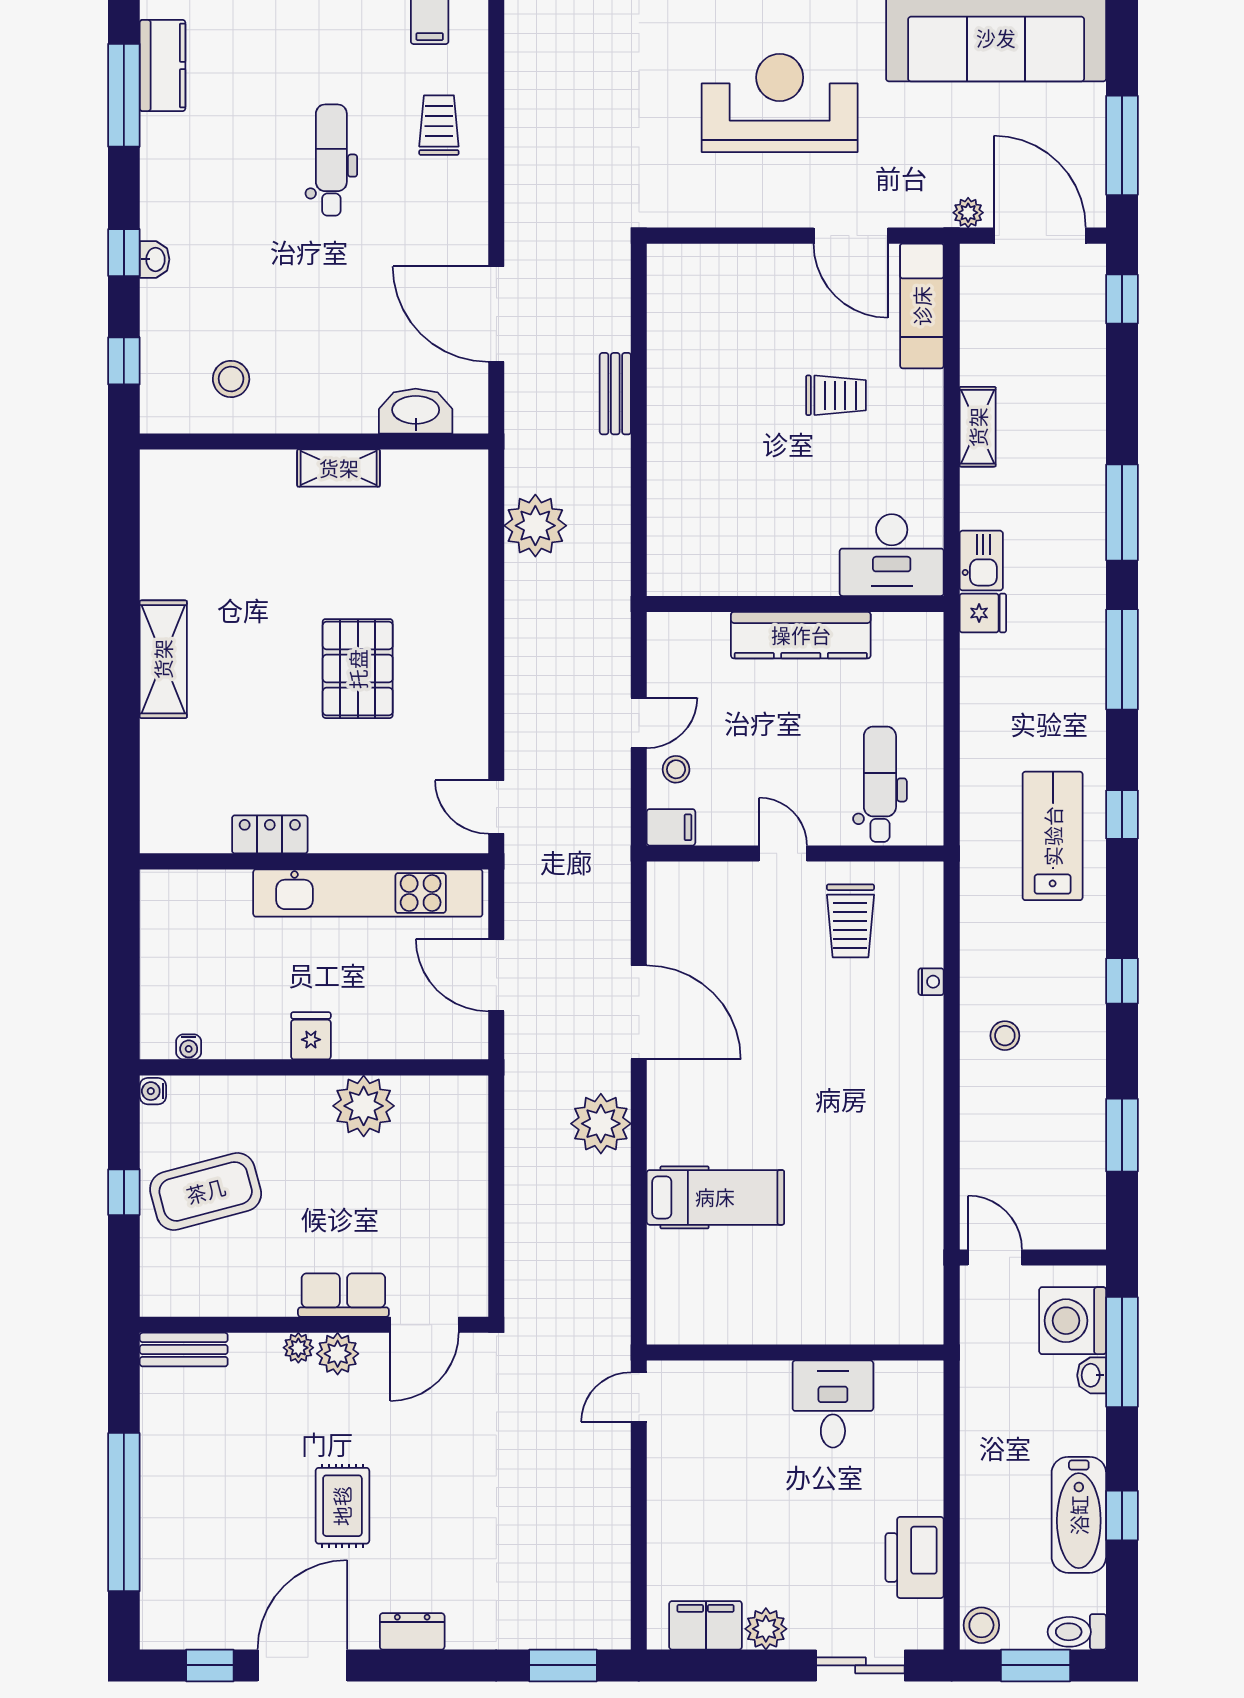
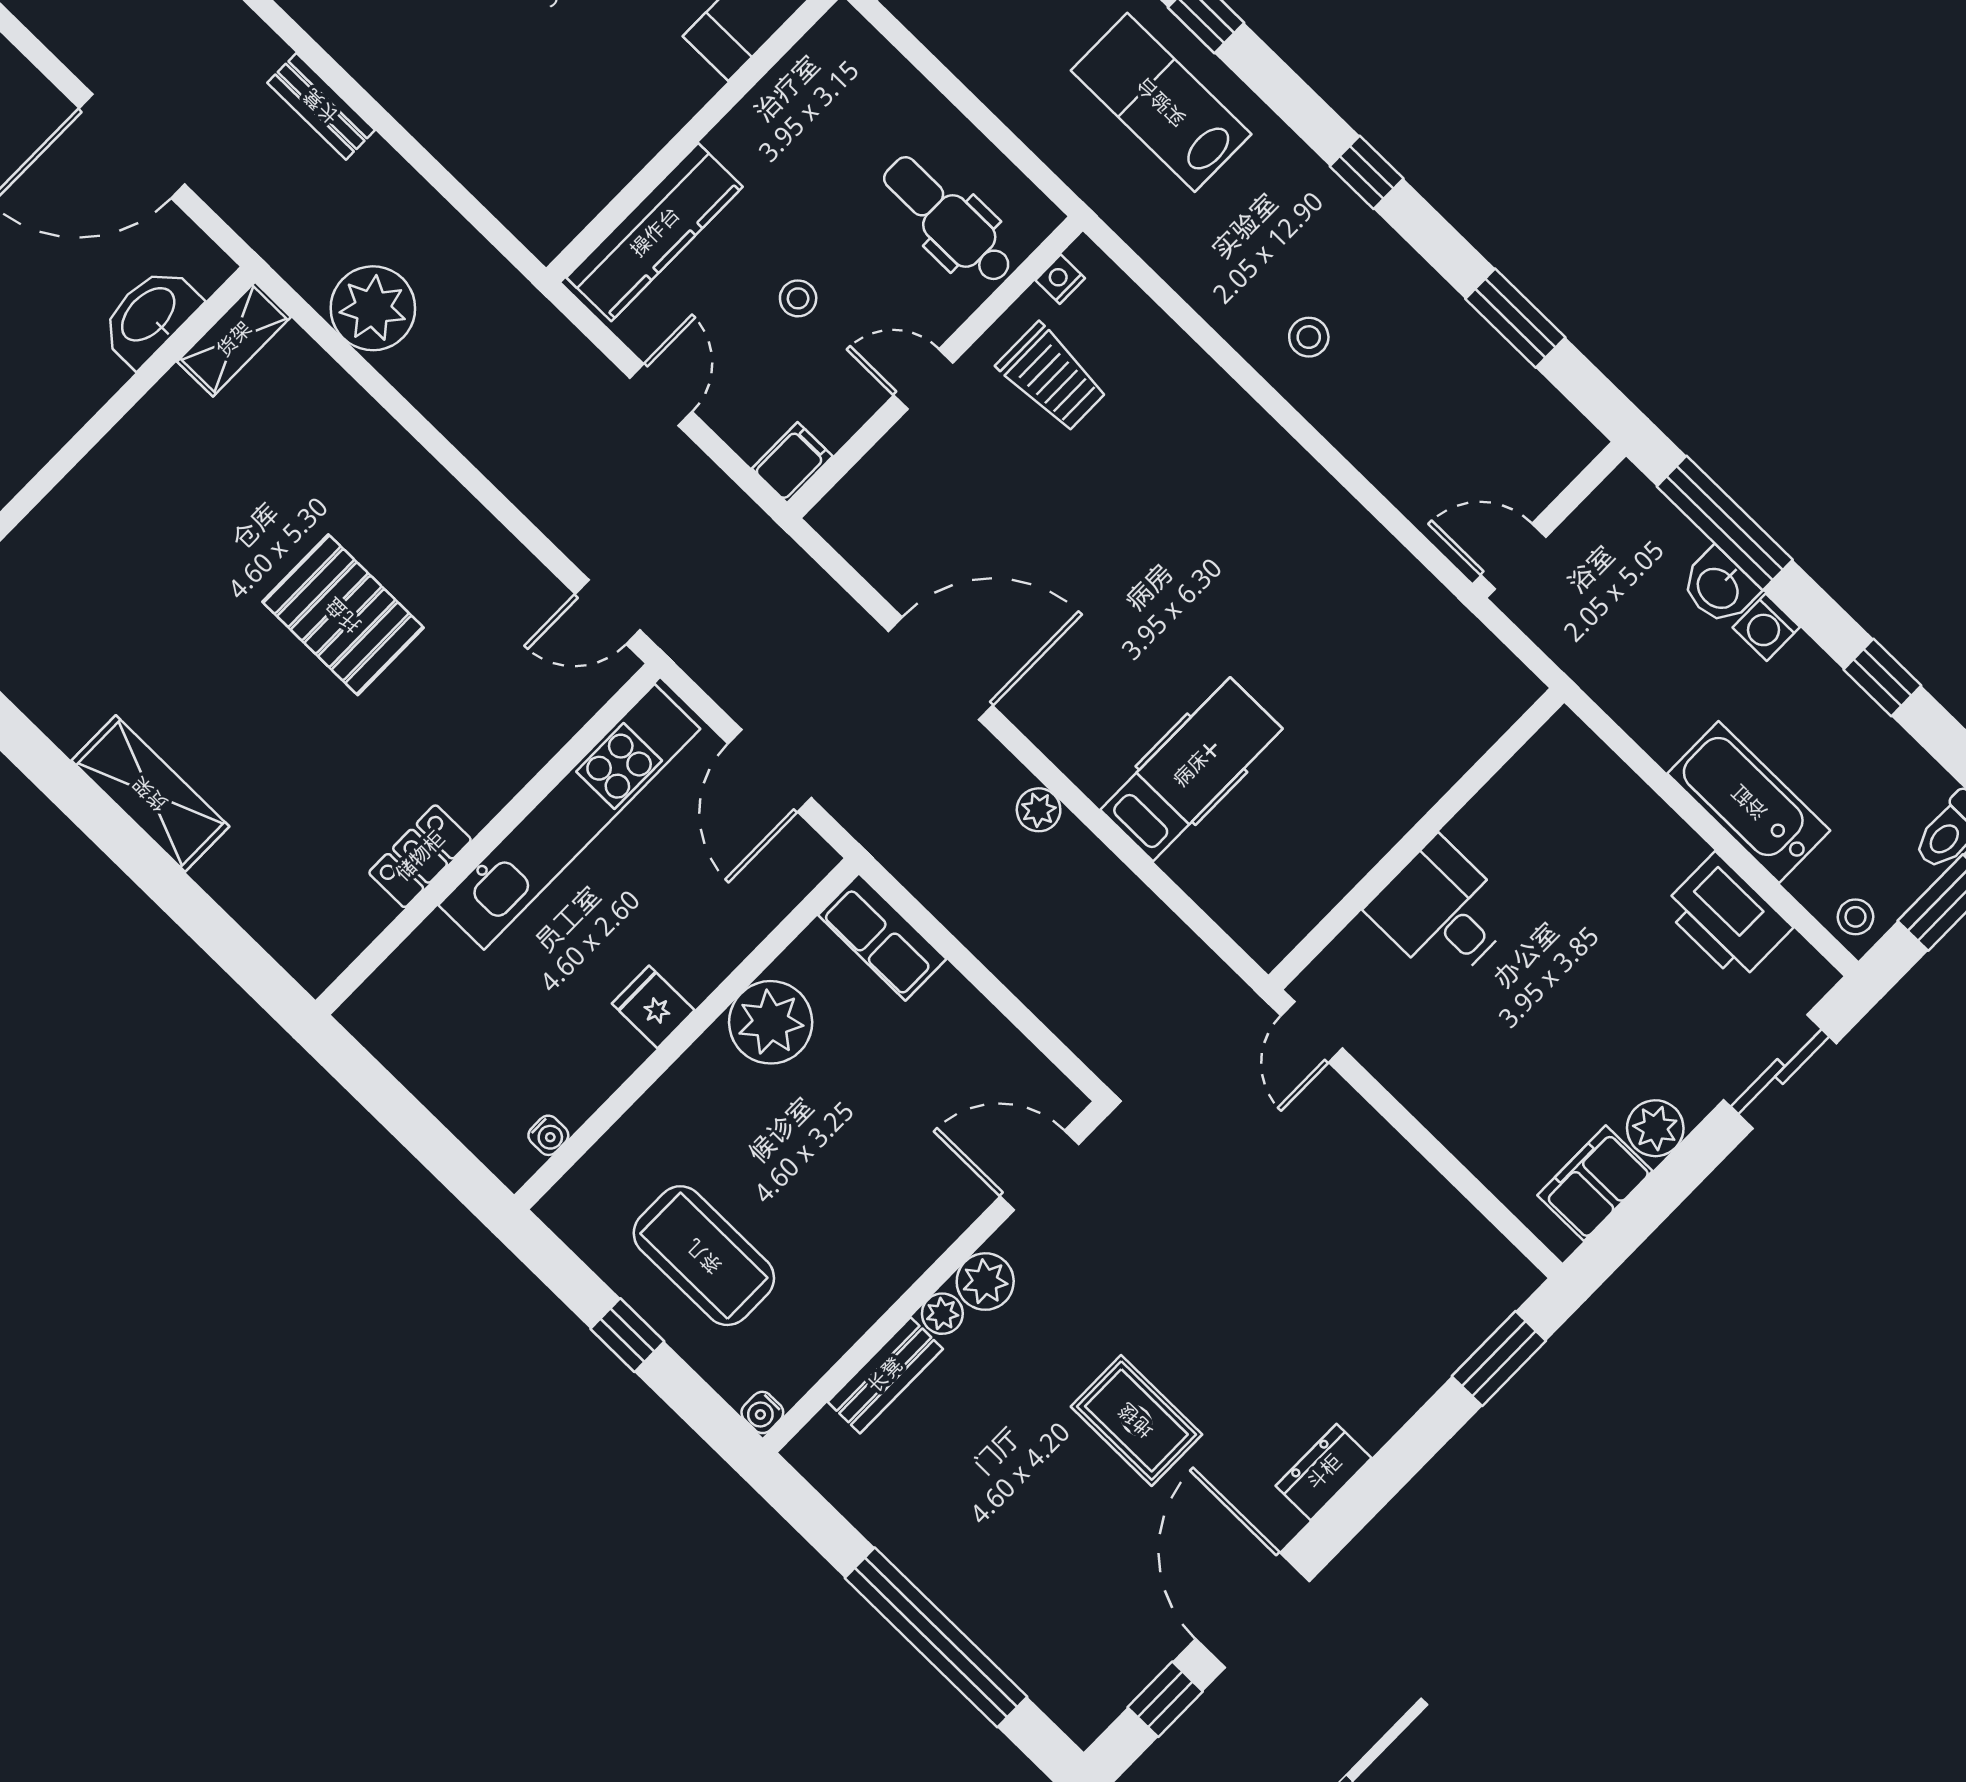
shelving: (339, 468) -> (234, 339), moved
kitchen counter: (801, 635) -> (655, 232), moved
stool: (676, 769) -> (798, 298), moved
door: (496, 975) -> (770, 771), hinge flipped
nightstand: (931, 982) -> (1060, 279), moved, turned -90
water cooler: (153, 1091) -> (762, 1412), moved
plant: (601, 1124) -> (1039, 810), width x0.53, depth x0.53
coffee table: (206, 1191) -> (704, 1256), turned -75
row of seats: (343, 1295) -> (882, 937), moved, turned -90
washing machine: (1073, 1321) -> (1766, 627), moved, width x0.53, depth x0.53
door: (424, 1325) -> (1039, 1170), swing flipped
bench: (184, 1350) -> (885, 1375), moved
washbasin: (1092, 1375) -> (1719, 587), width x1.38, depth x1.45
desk: (833, 1404) -> (1442, 912), moved
bathtub: (1079, 1515) -> (1749, 802), moved, turned 180
stool: (981, 1625) -> (1855, 917), width x0.73, depth x0.73

